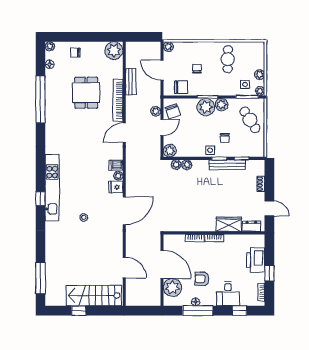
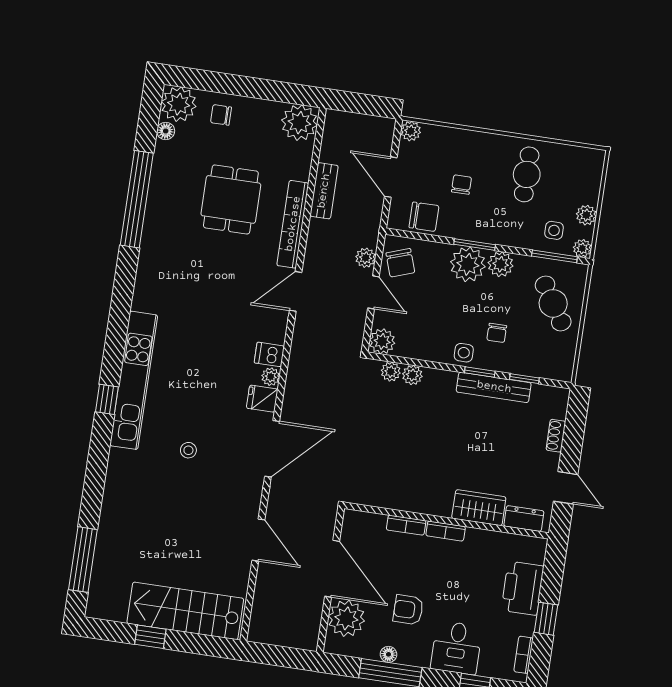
plant: (50, 46) -> (179, 104), width x1.88, depth x1.88
door: (162, 127) -> (373, 292), hinge flipped
door: (124, 268) -> (258, 540), moved

